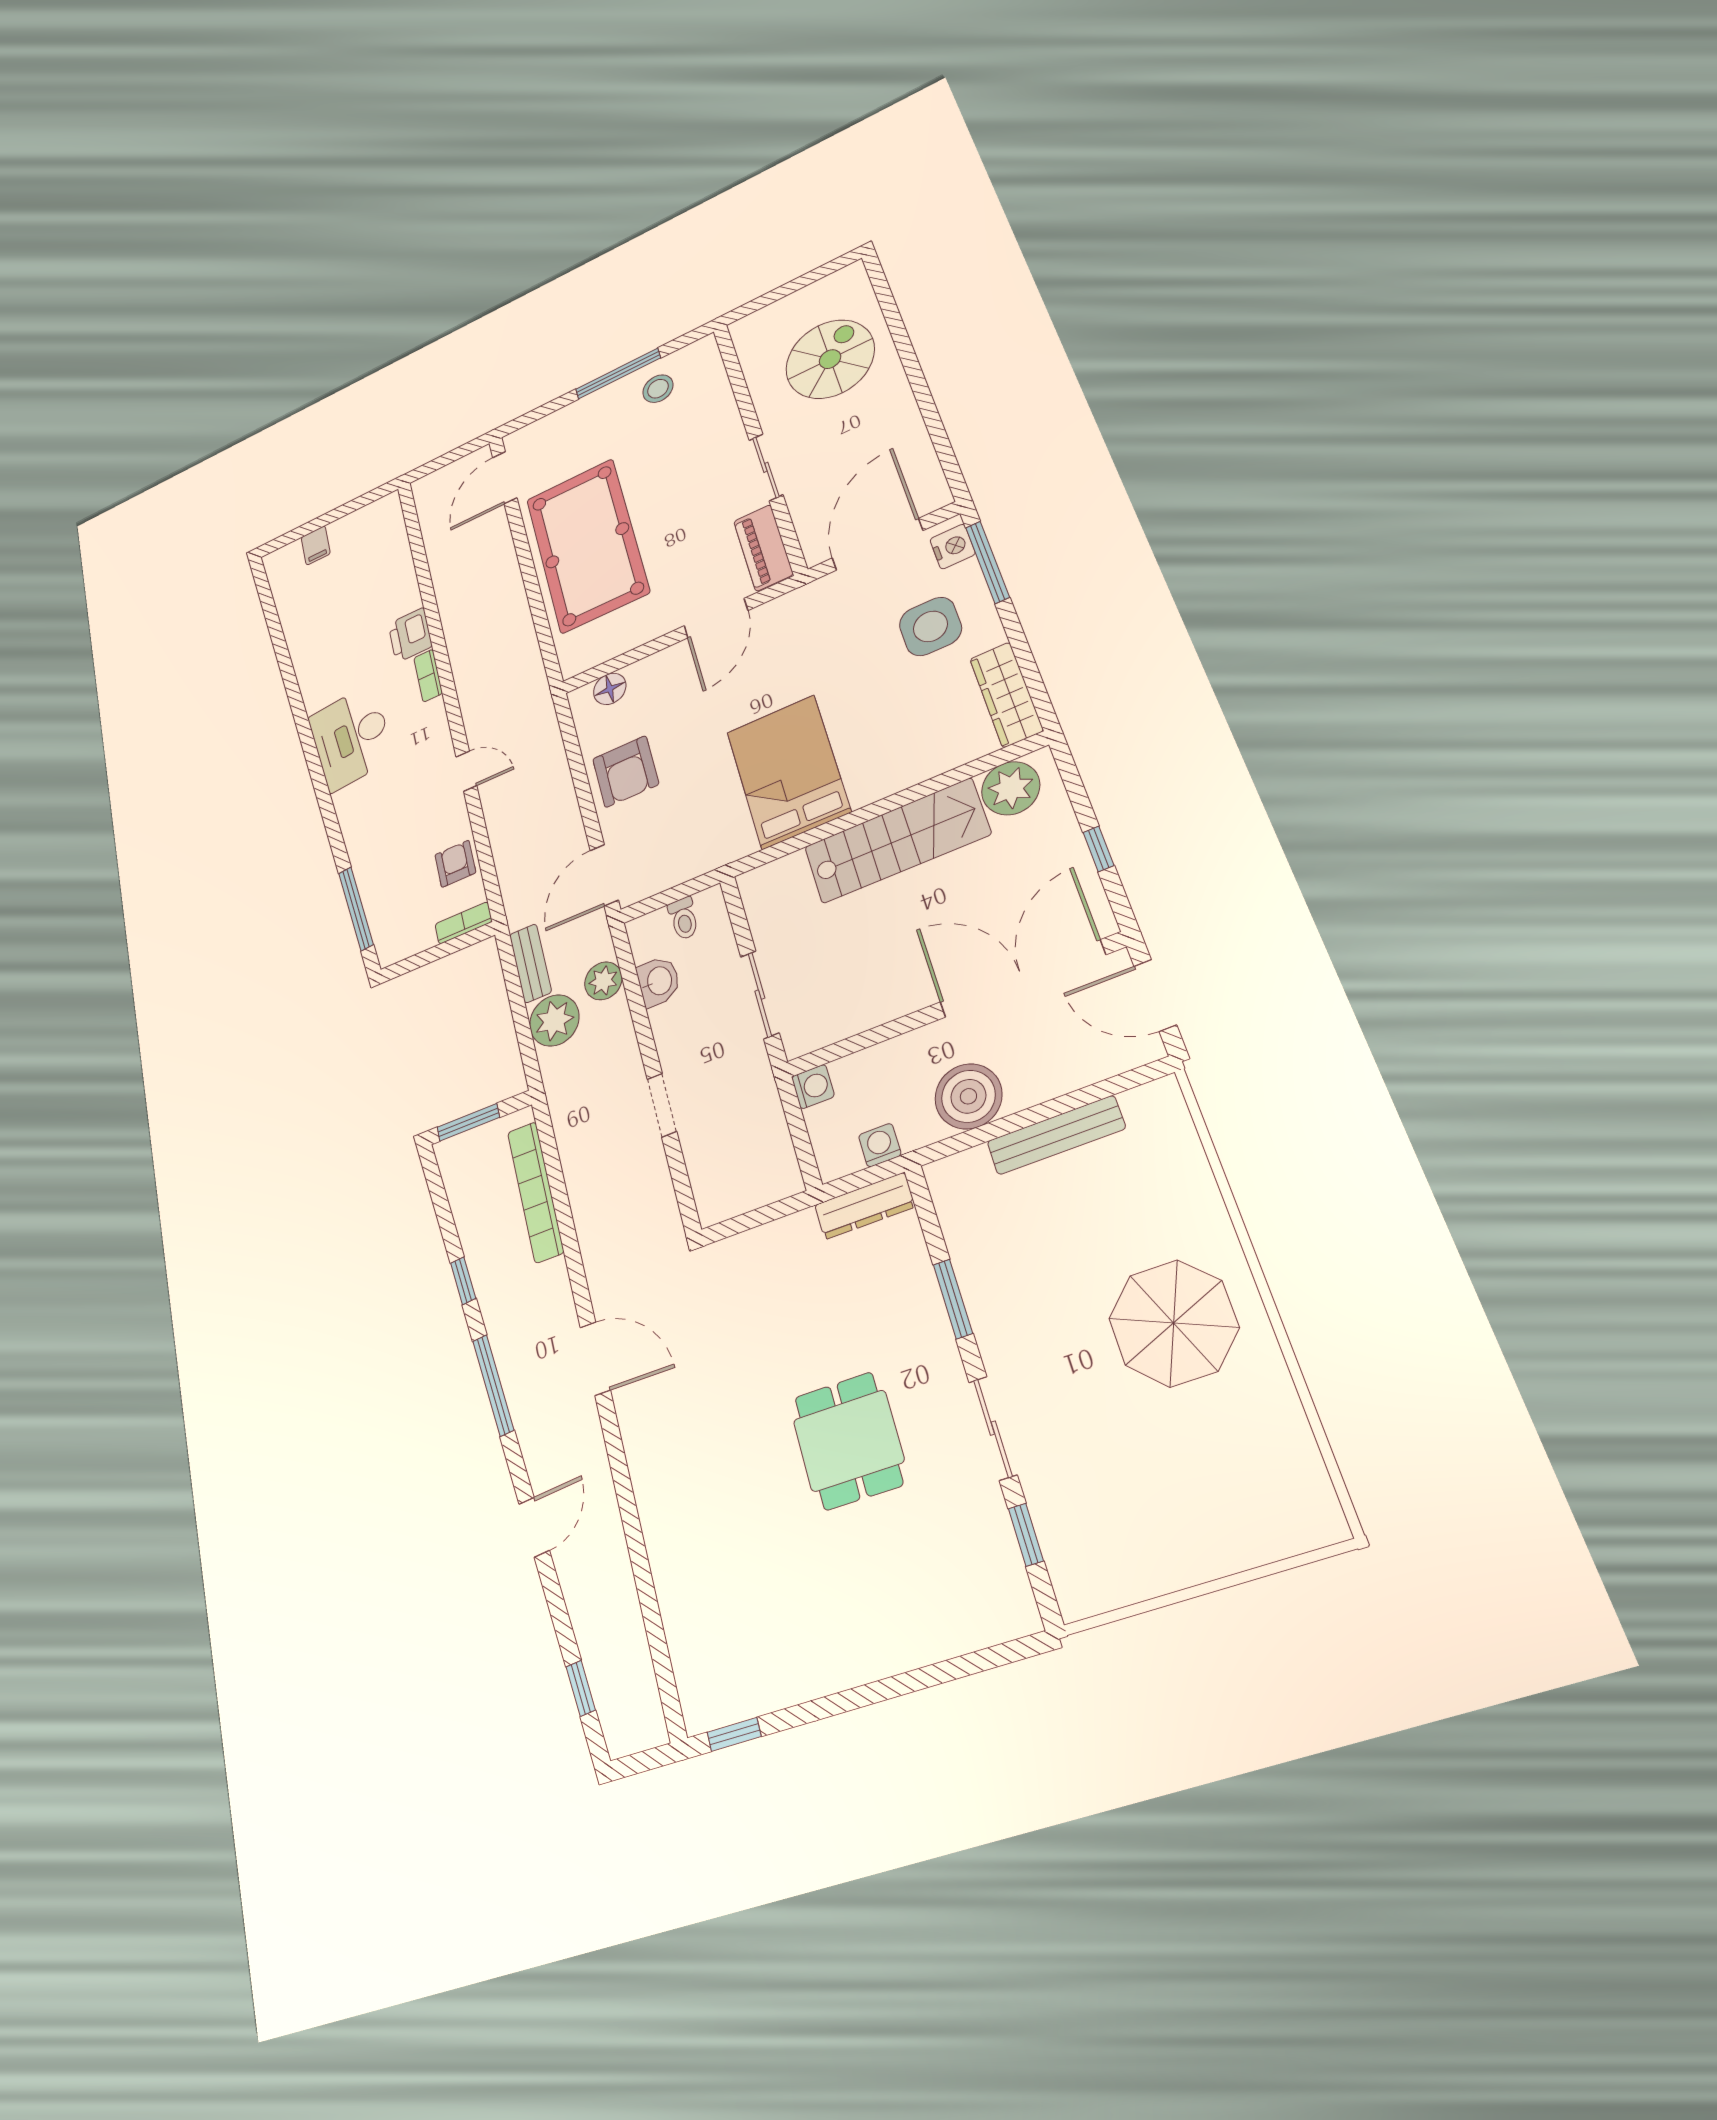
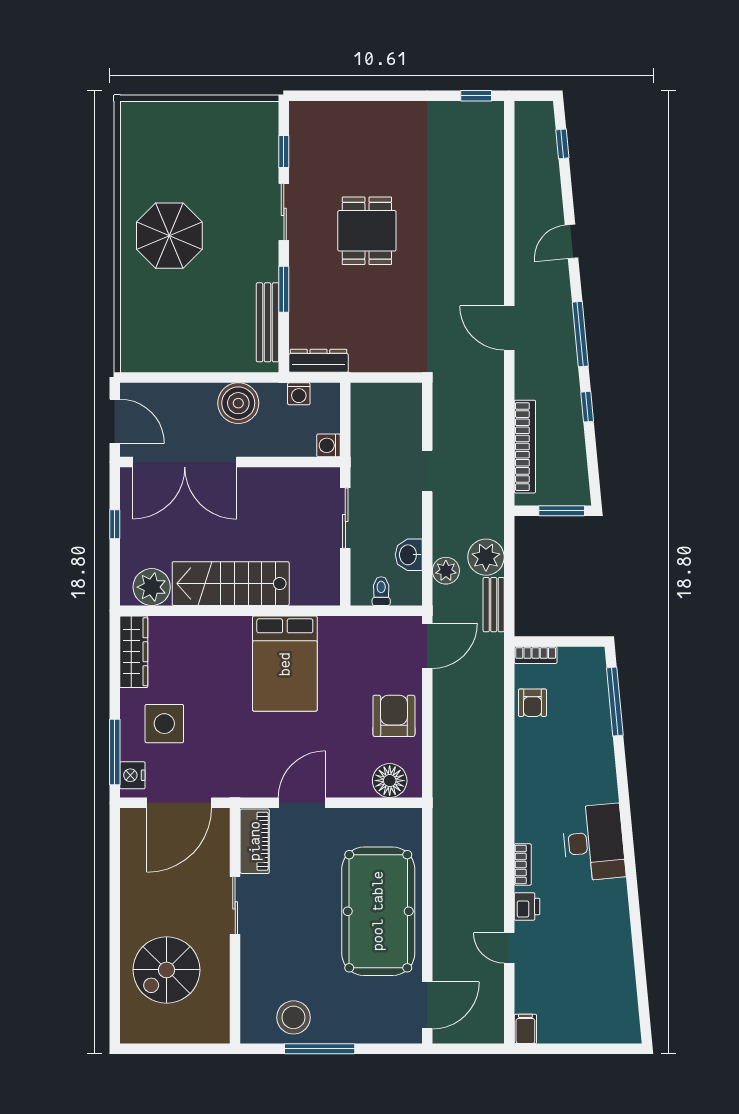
stool: (658, 389) -> (293, 1017), width x1.38, depth x1.38
filing cabinet: (316, 545) -> (525, 1029), moved
printer: (410, 635) -> (527, 906), width x0.73, depth x0.81
floor lamp: (610, 689) -> (390, 781), width x1.38, depth x1.38
door: (466, 771) -> (509, 948), moved
bench: (1056, 1135) -> (268, 322), moved, turned 90

